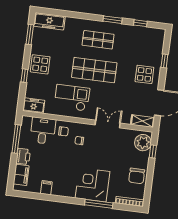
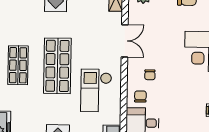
double door: (108, 124) -> (125, 41), swing flipped

